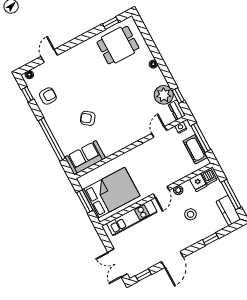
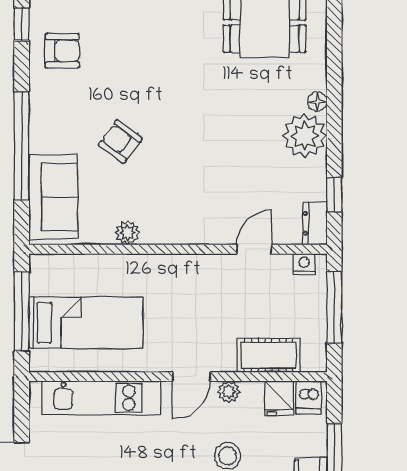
plant: (164, 95) -> (305, 136), moved
cot: (195, 149) -> (269, 355), moved, turned 90
plant: (109, 151) -> (128, 233), added
sofa: (85, 158) -> (53, 197), moved, turned 90
bed: (111, 193) -> (86, 323), width x0.67
window: (85, 201) -> (22, 311), width x1.44

